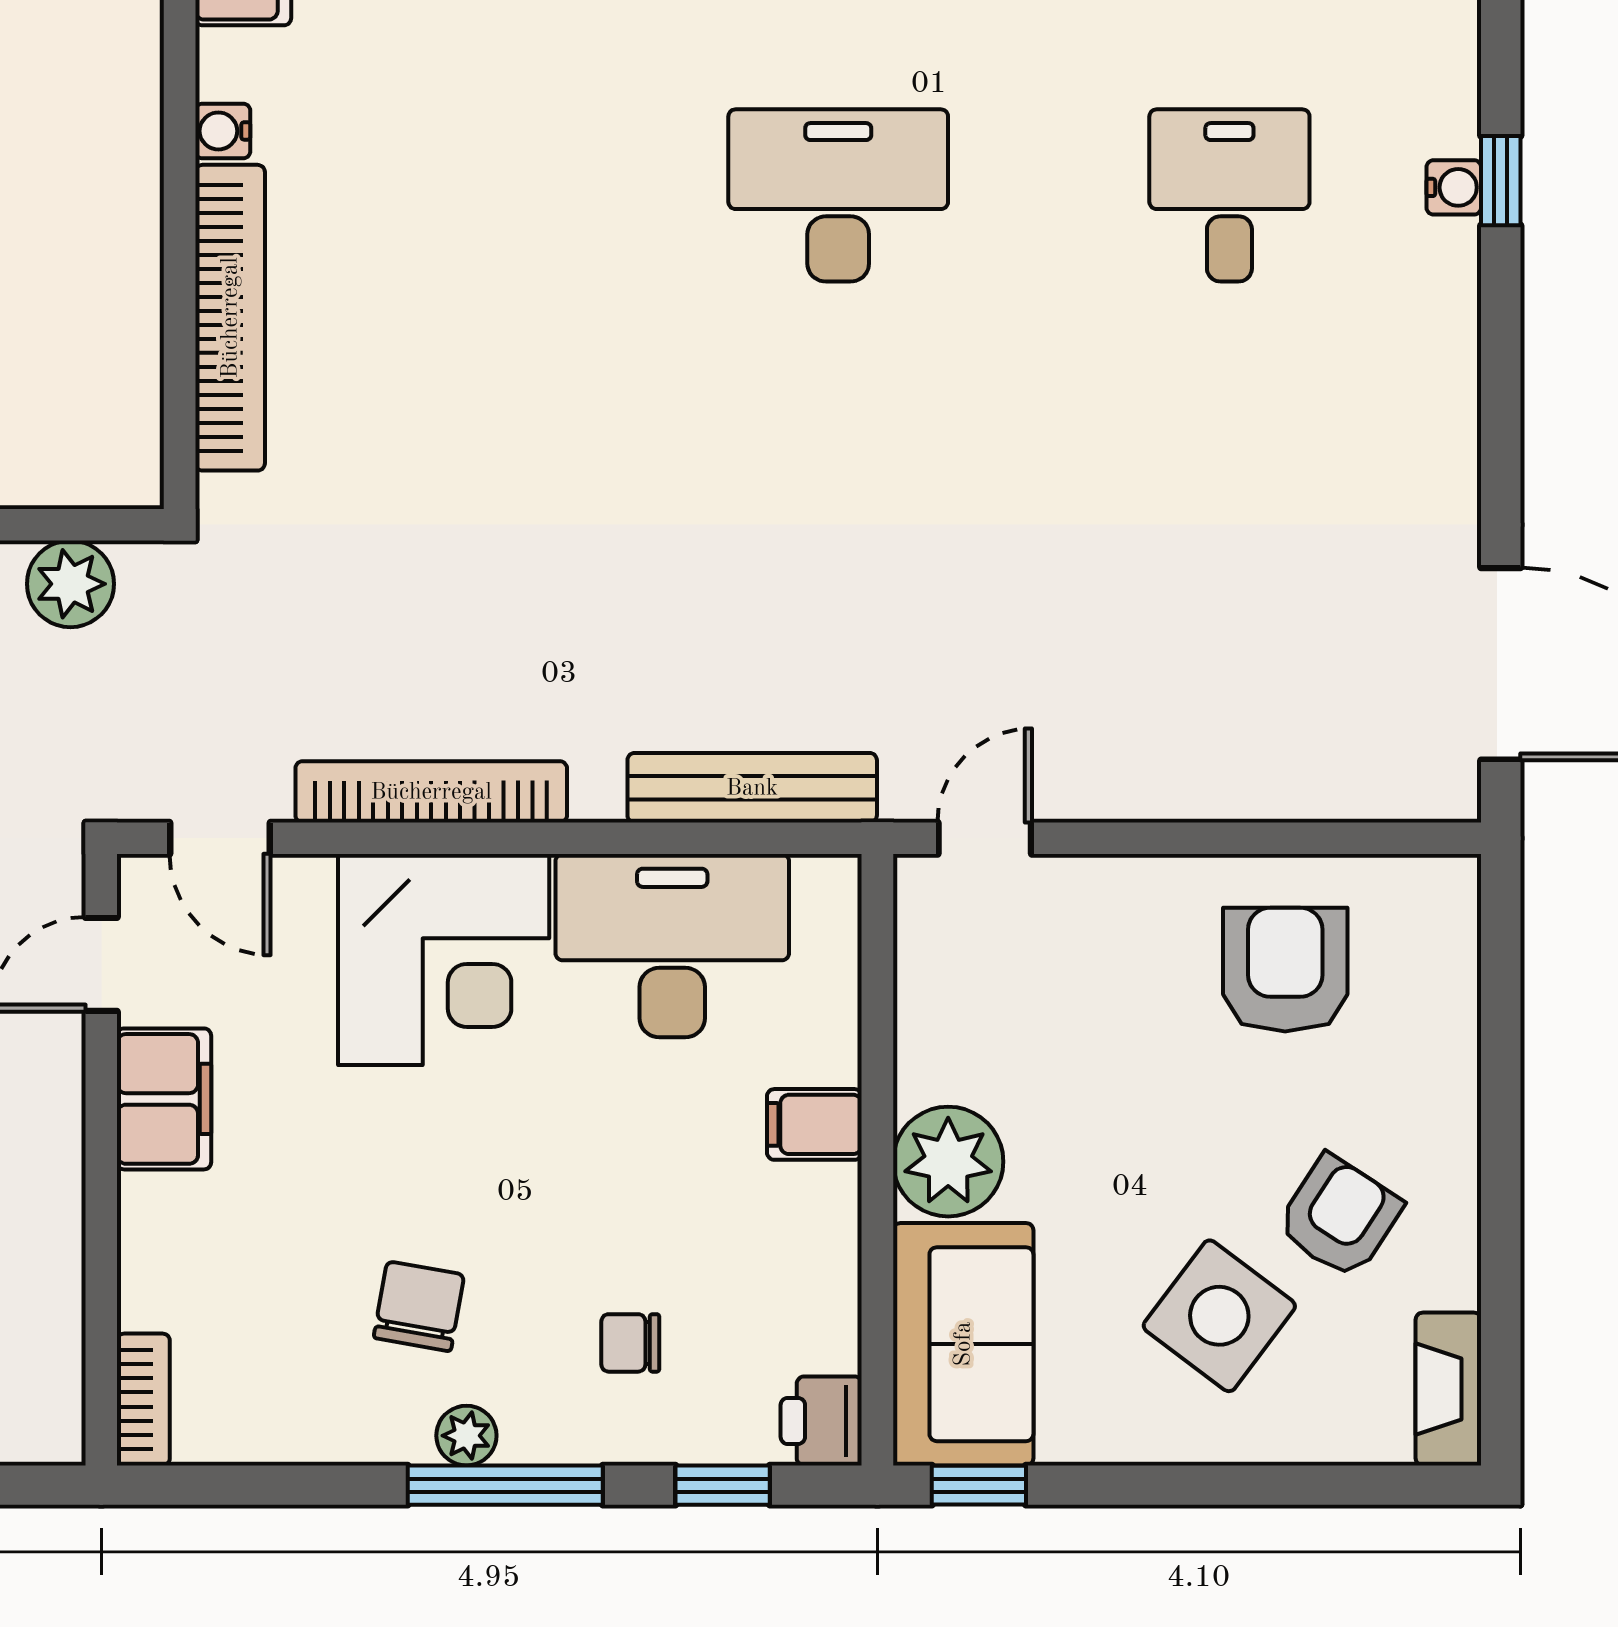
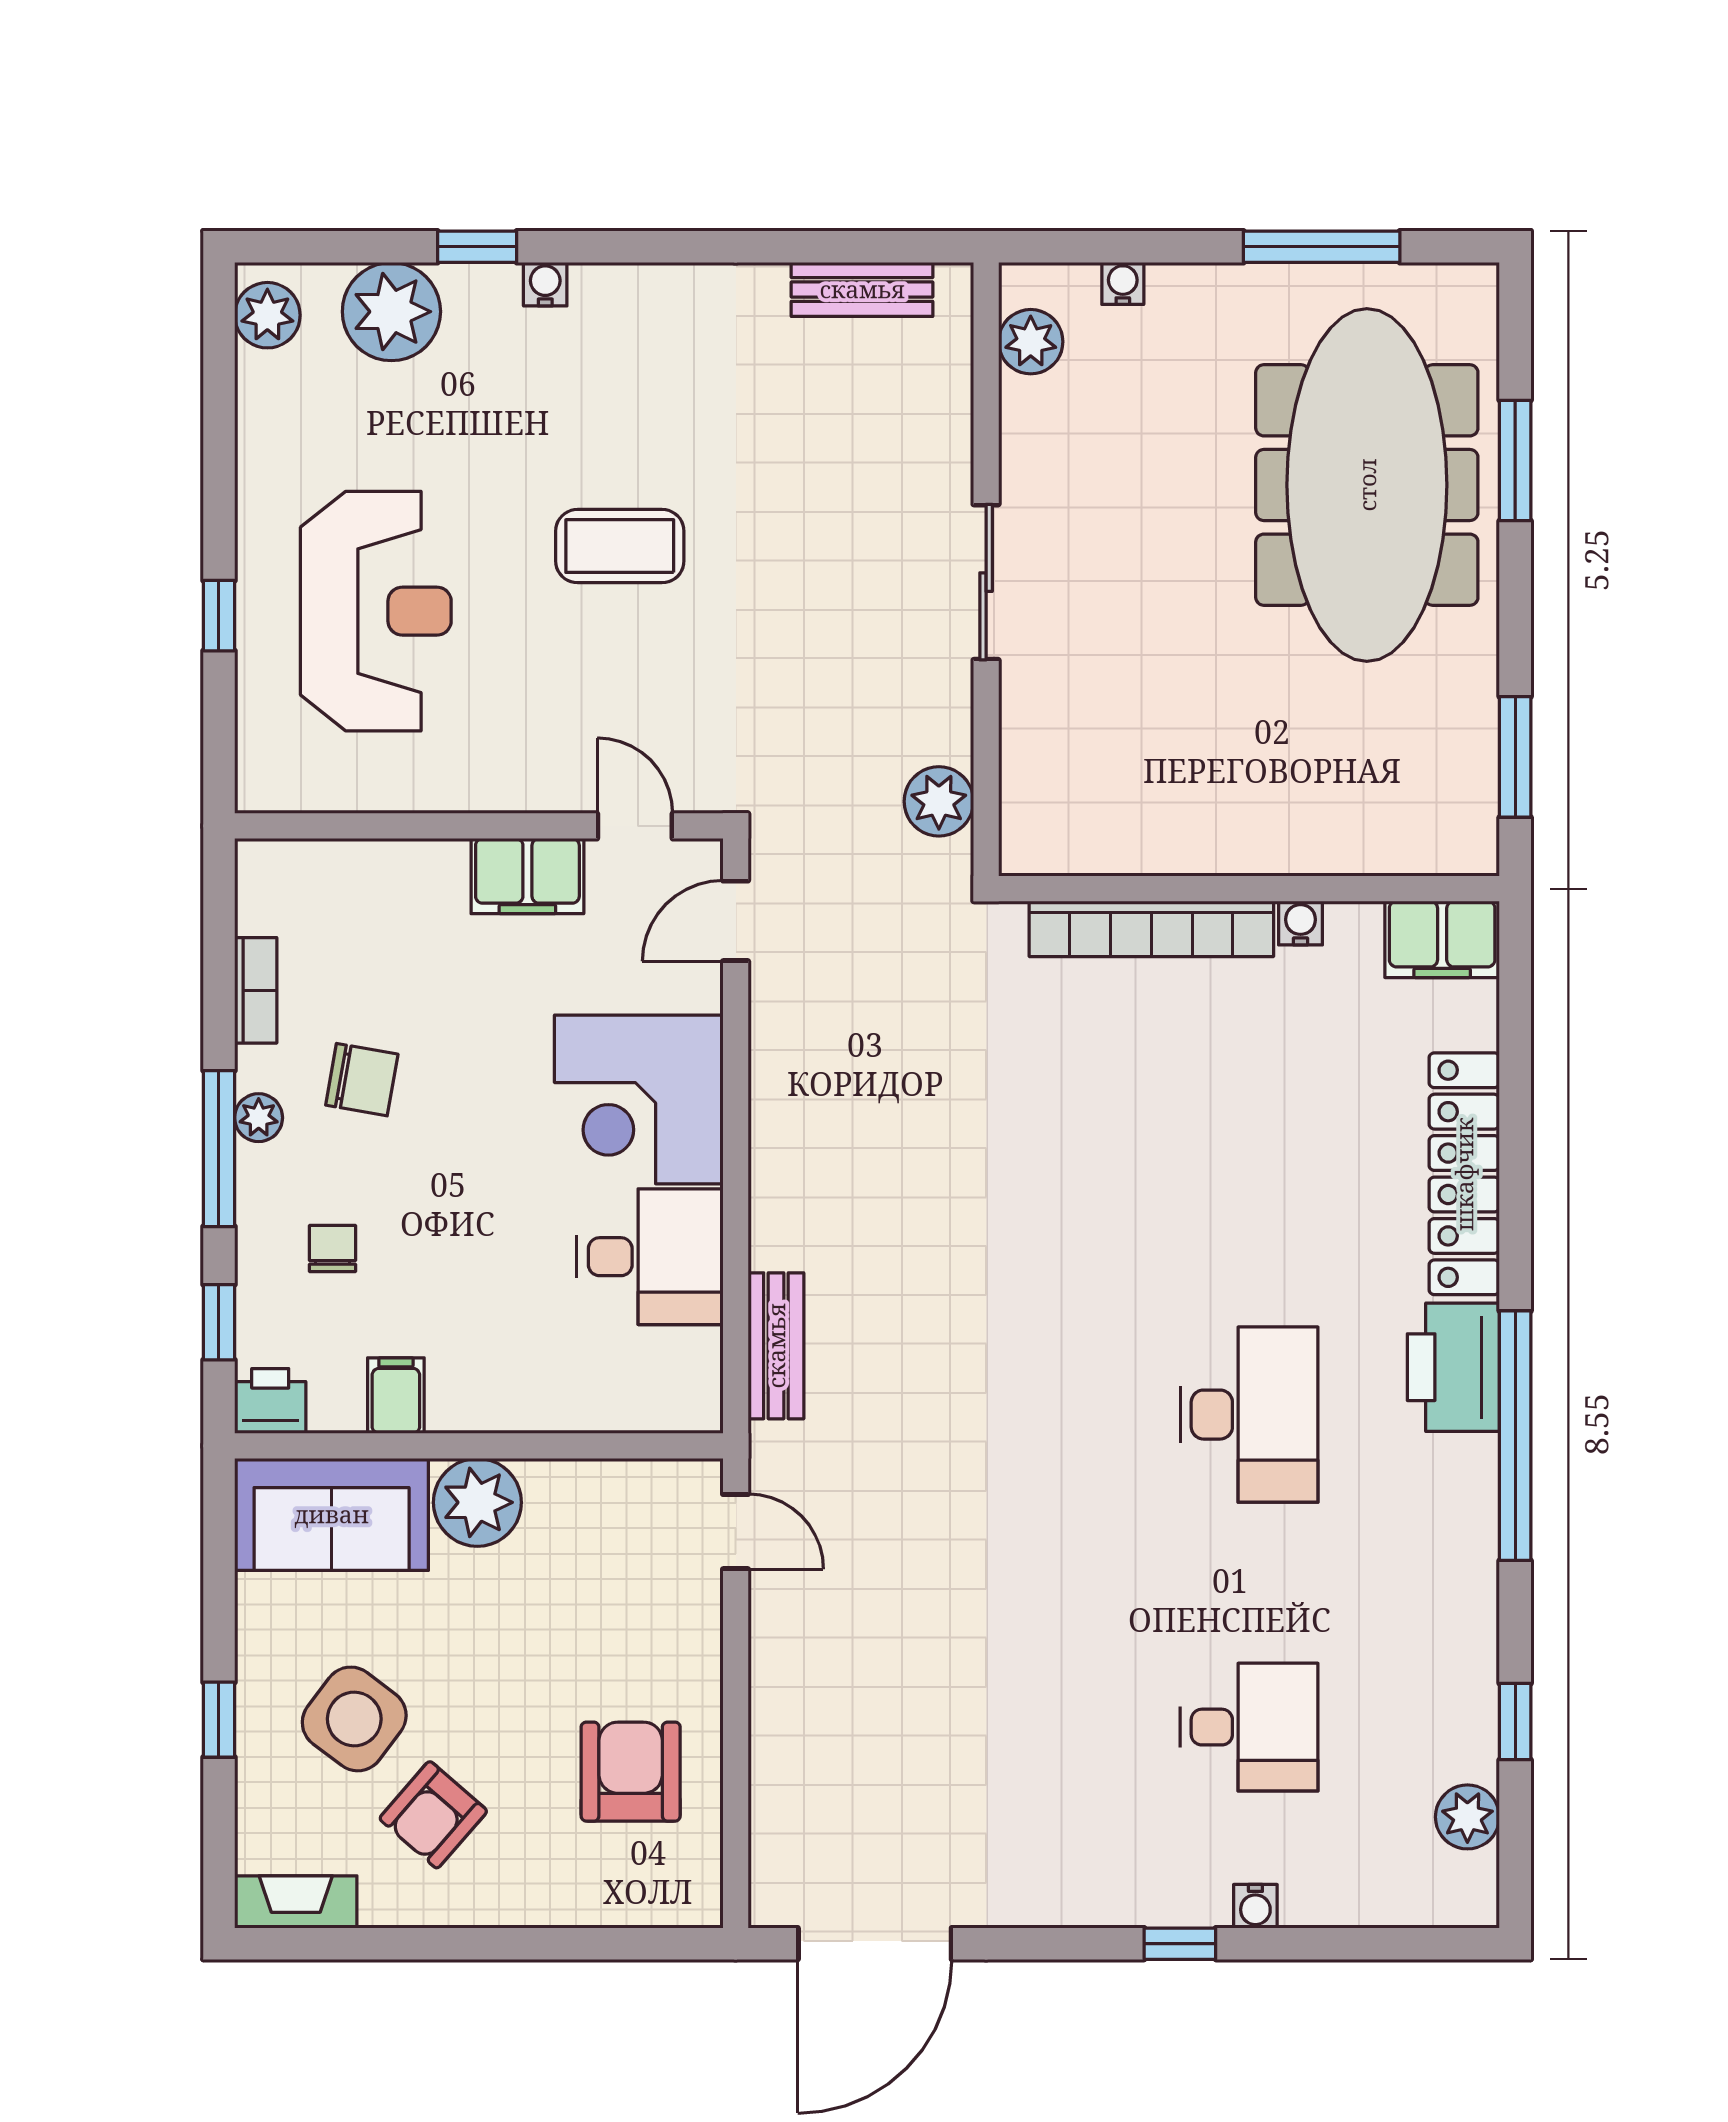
window: (1501, 181) -> (1180, 1944), moved
bench: (752, 788) -> (776, 1346), width x0.73
bookcase: (431, 792) -> (773, 1090), removed
desk: (672, 946) -> (650, 1257), width x0.73
armchair: (1285, 970) -> (631, 1772), turned -90
filing cabinet: (814, 1124) -> (396, 1396), moved
armchair: (1339, 1217) -> (433, 1815), turned 98
bookcase: (143, 1399) -> (256, 990), moved, turned -90
window: (979, 1485) -> (219, 1720), moved

